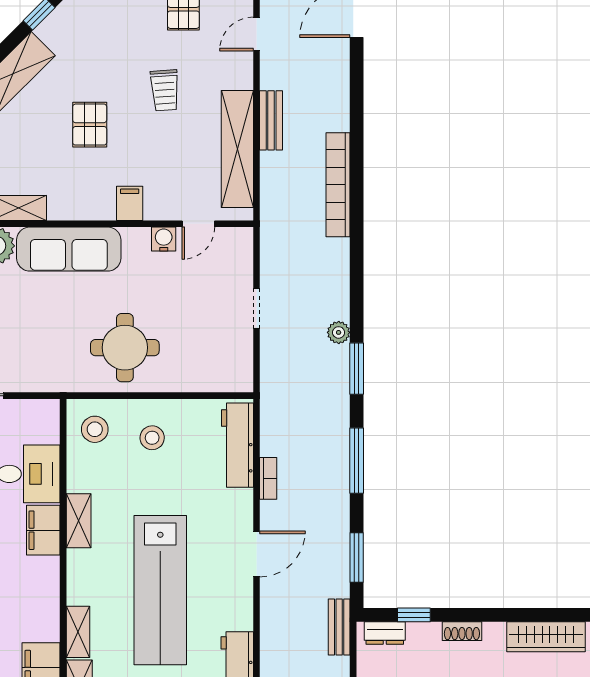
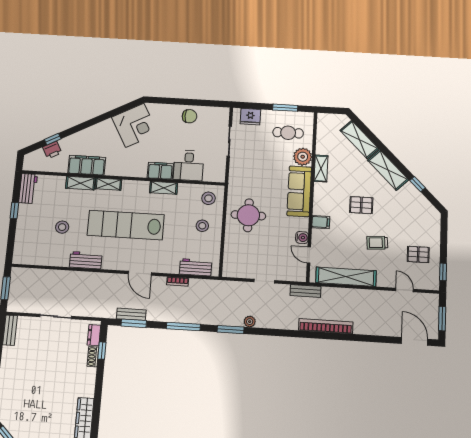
bench: (271, 120) -> (305, 291), moved
workbench: (237, 445) -> (196, 267), width x0.73
bench: (339, 627) -> (131, 314), moved
shoe rack: (462, 631) -> (93, 357), moved

